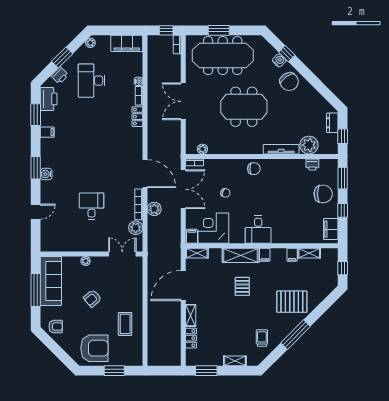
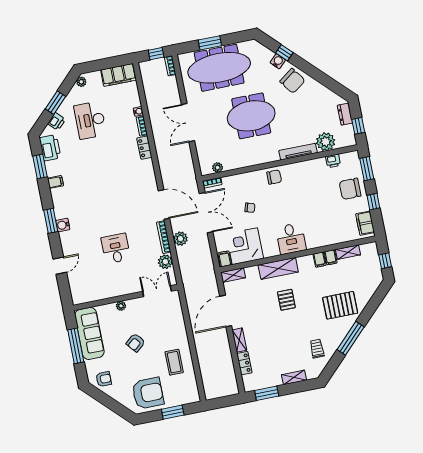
chair: (323, 194) -> (350, 189), turned 180
filing cabinet: (265, 255) -> (320, 260), moved

